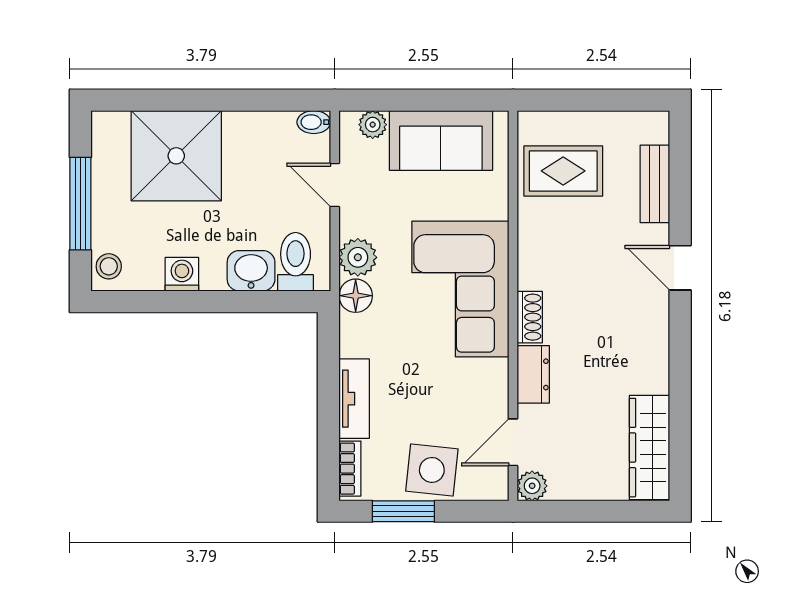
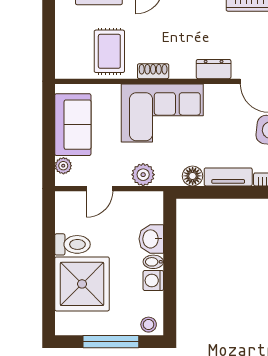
bidet: (314, 122) -> (153, 262), moved, turned 90
rug: (563, 171) -> (109, 51), moved
toilet: (296, 262) -> (73, 244), moved, turned 180
floor lamp: (356, 296) -> (193, 176), moved
shoe rack: (530, 317) -> (153, 71), moved

